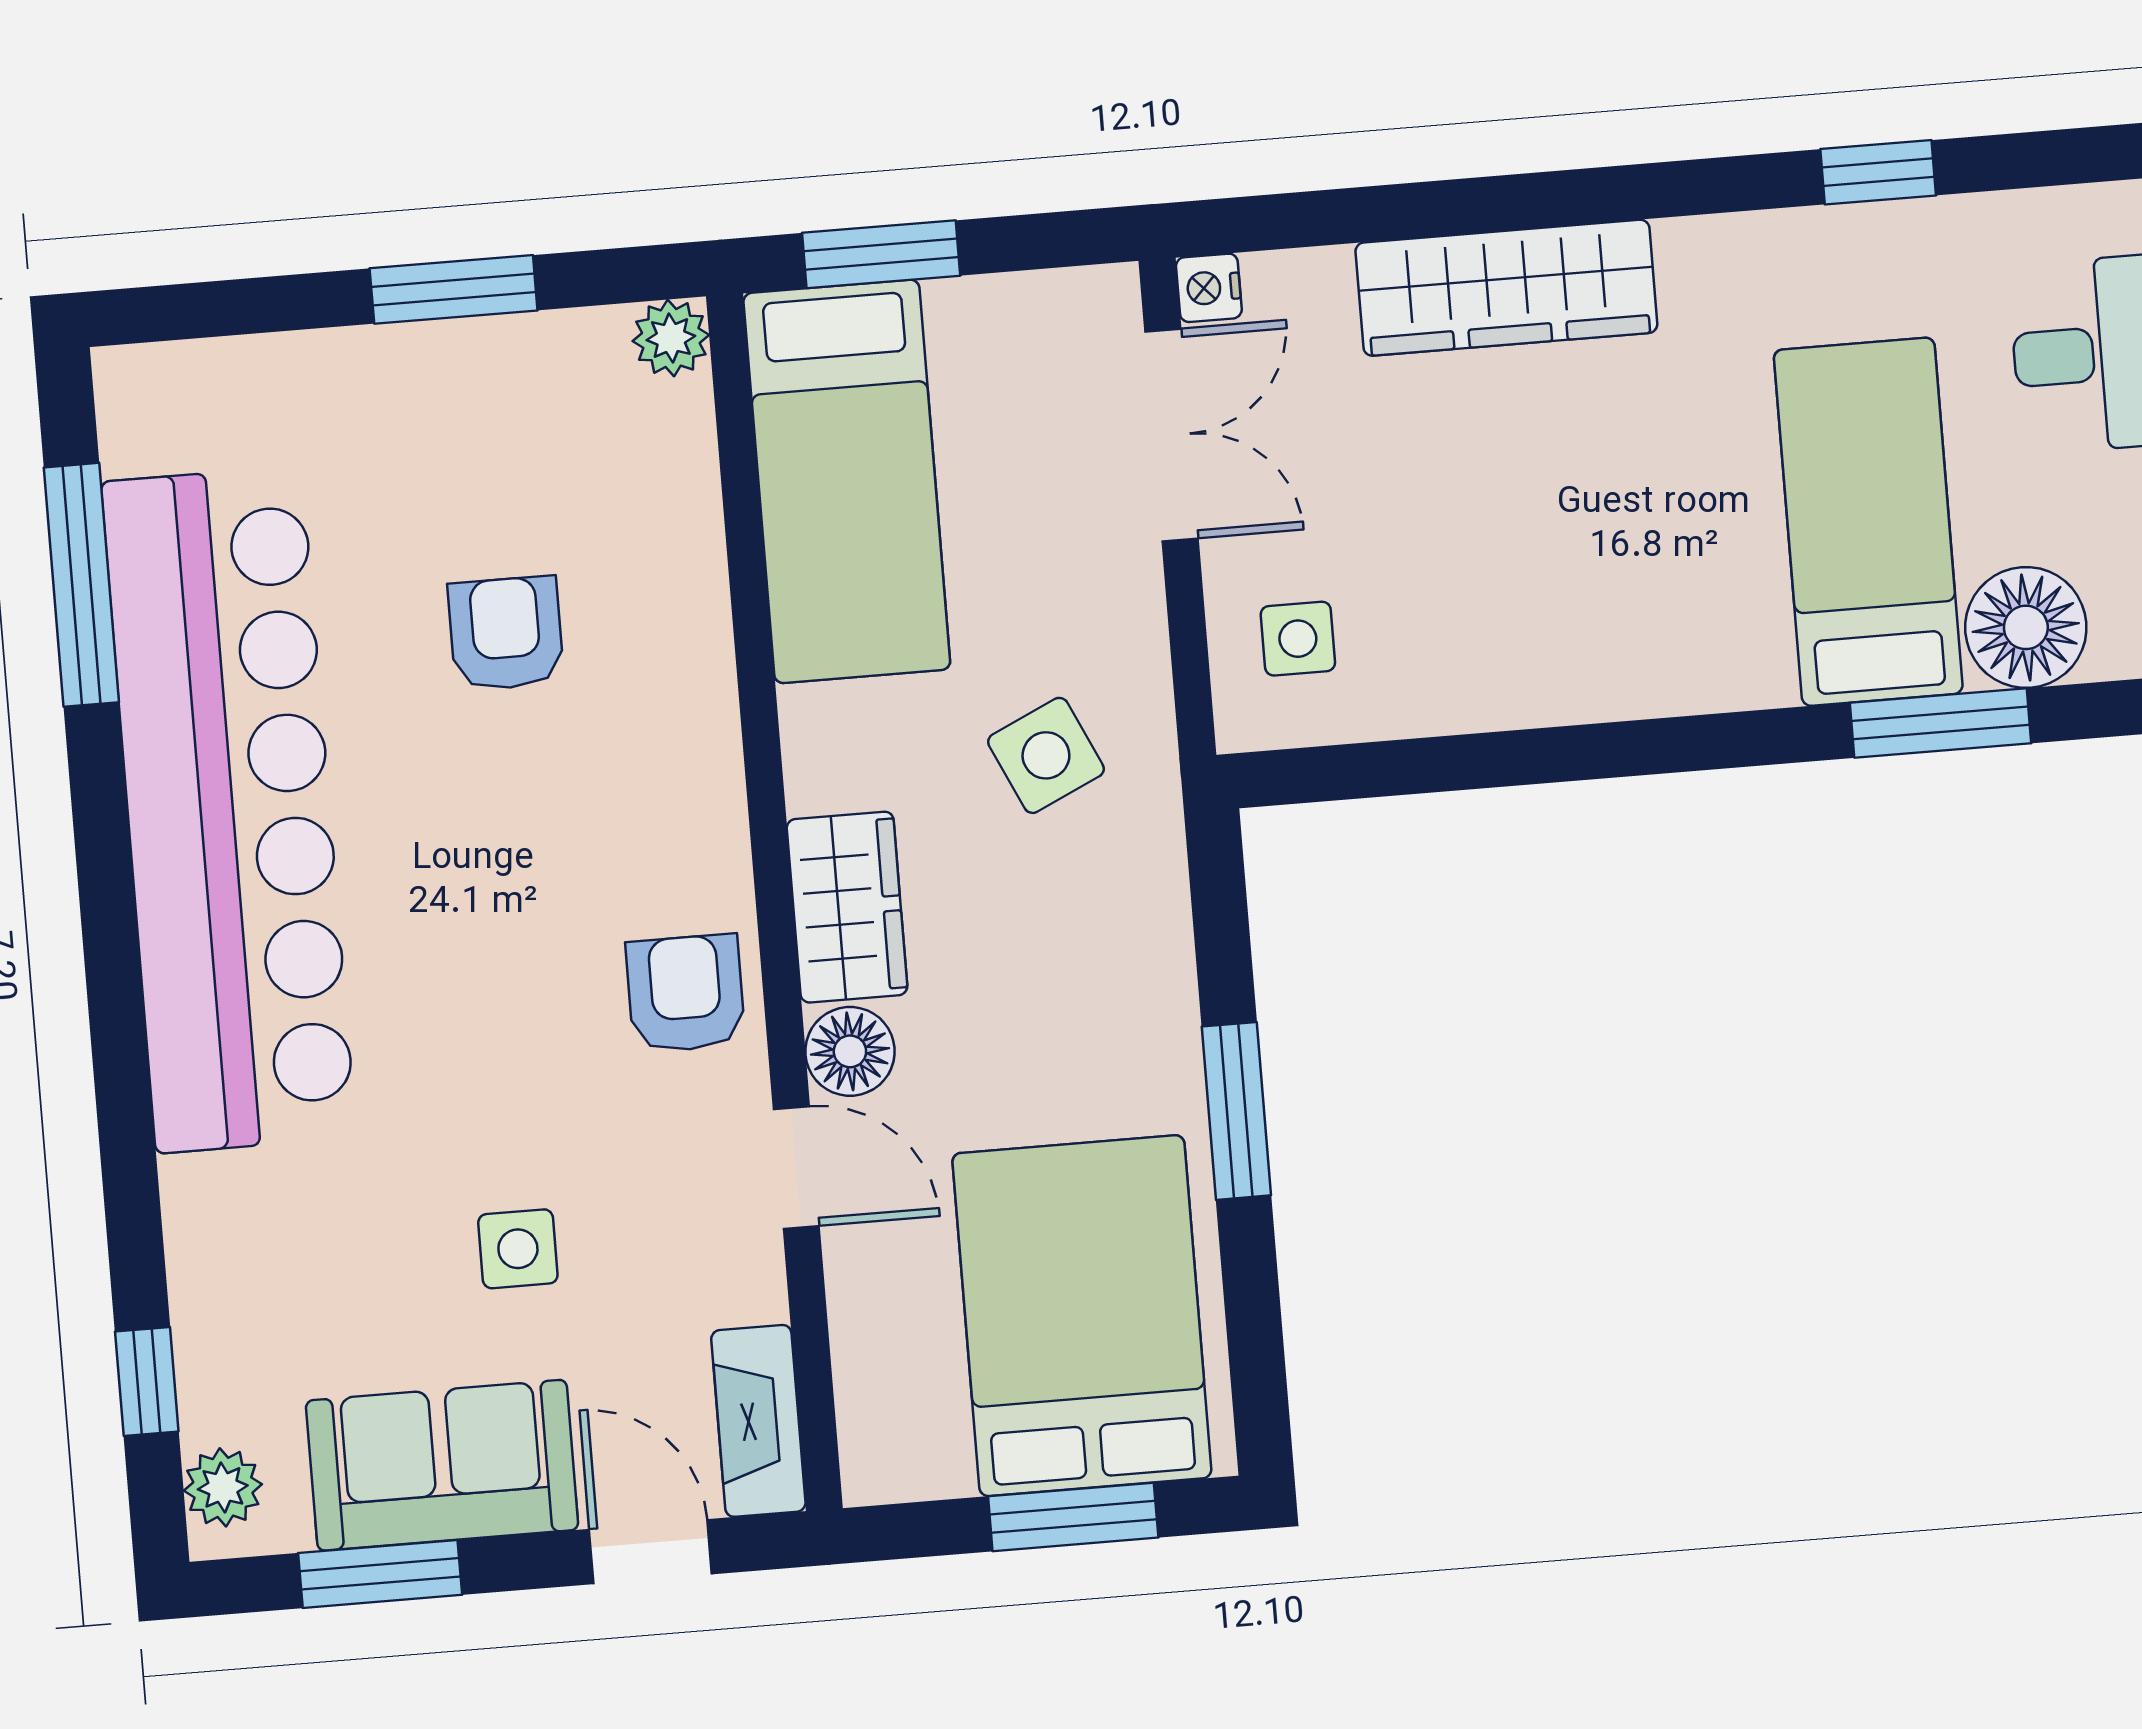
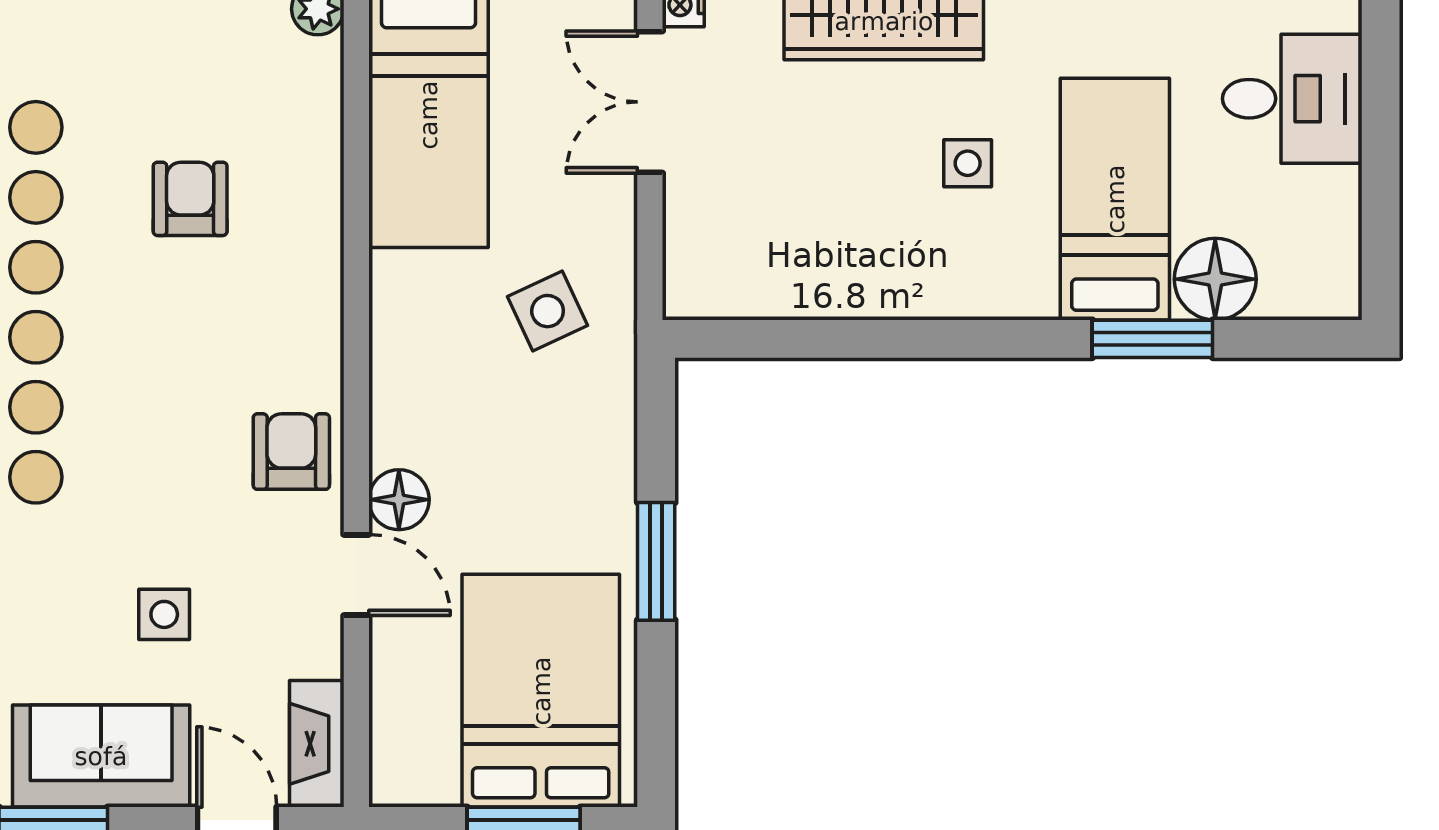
double door: (1171, 435) -> (650, 102), swing flipped
side table: (1298, 639) -> (968, 163), moved
wardrobe: (847, 907) -> (405, 402), removed

